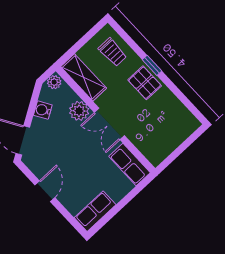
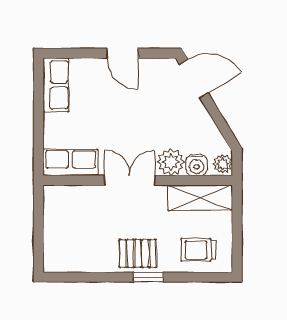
water cooler: (43, 110) -> (197, 165), moved, turned 121

